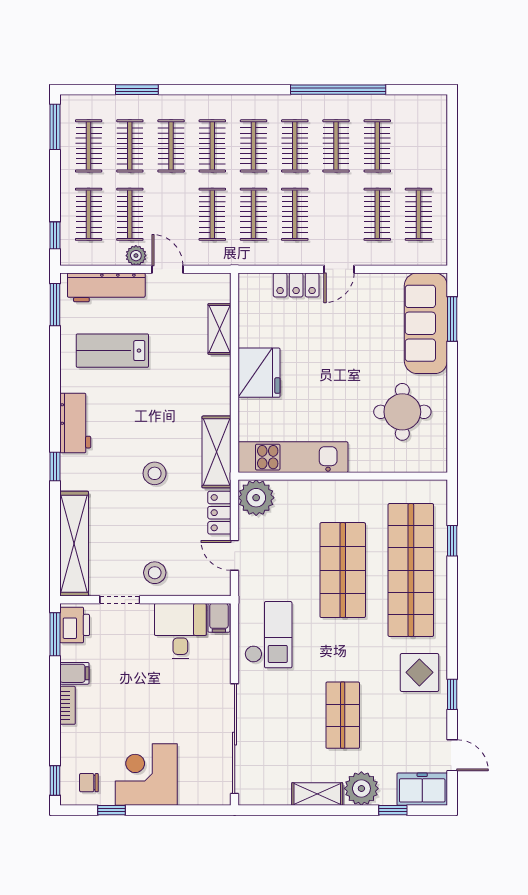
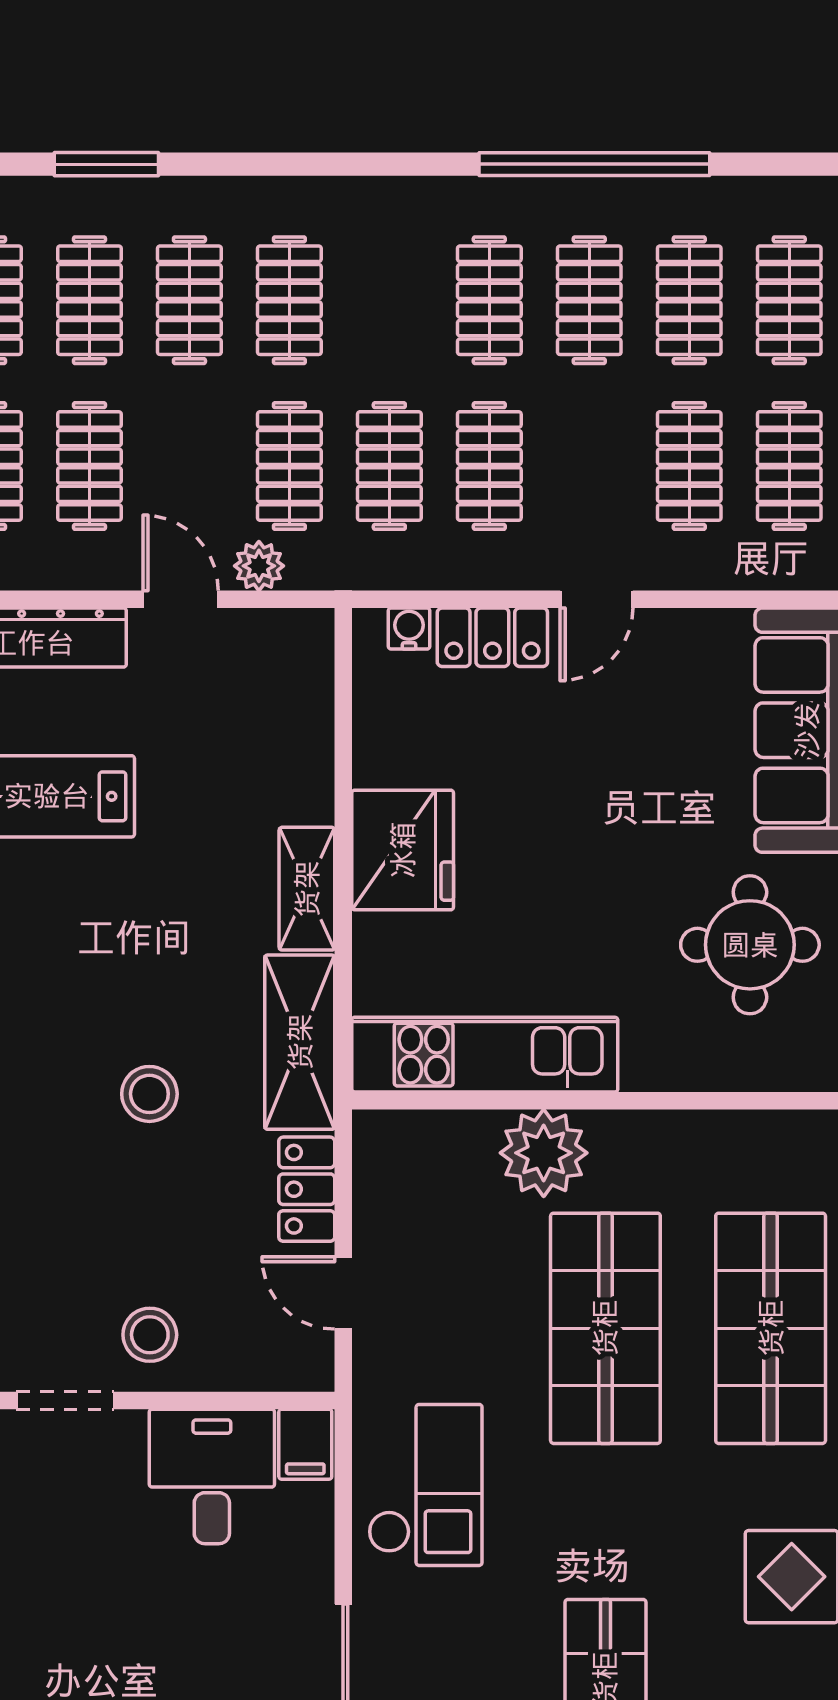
clothes rail: (254, 146) -> (789, 300), moved
plant: (136, 256) -> (259, 566), moved
water cooler: (262, 281) -> (409, 629), added
shelving: (220, 329) -> (307, 889), moved
plant: (256, 498) -> (544, 1153), moved
shop shelf: (411, 570) -> (771, 1328), width x0.71

